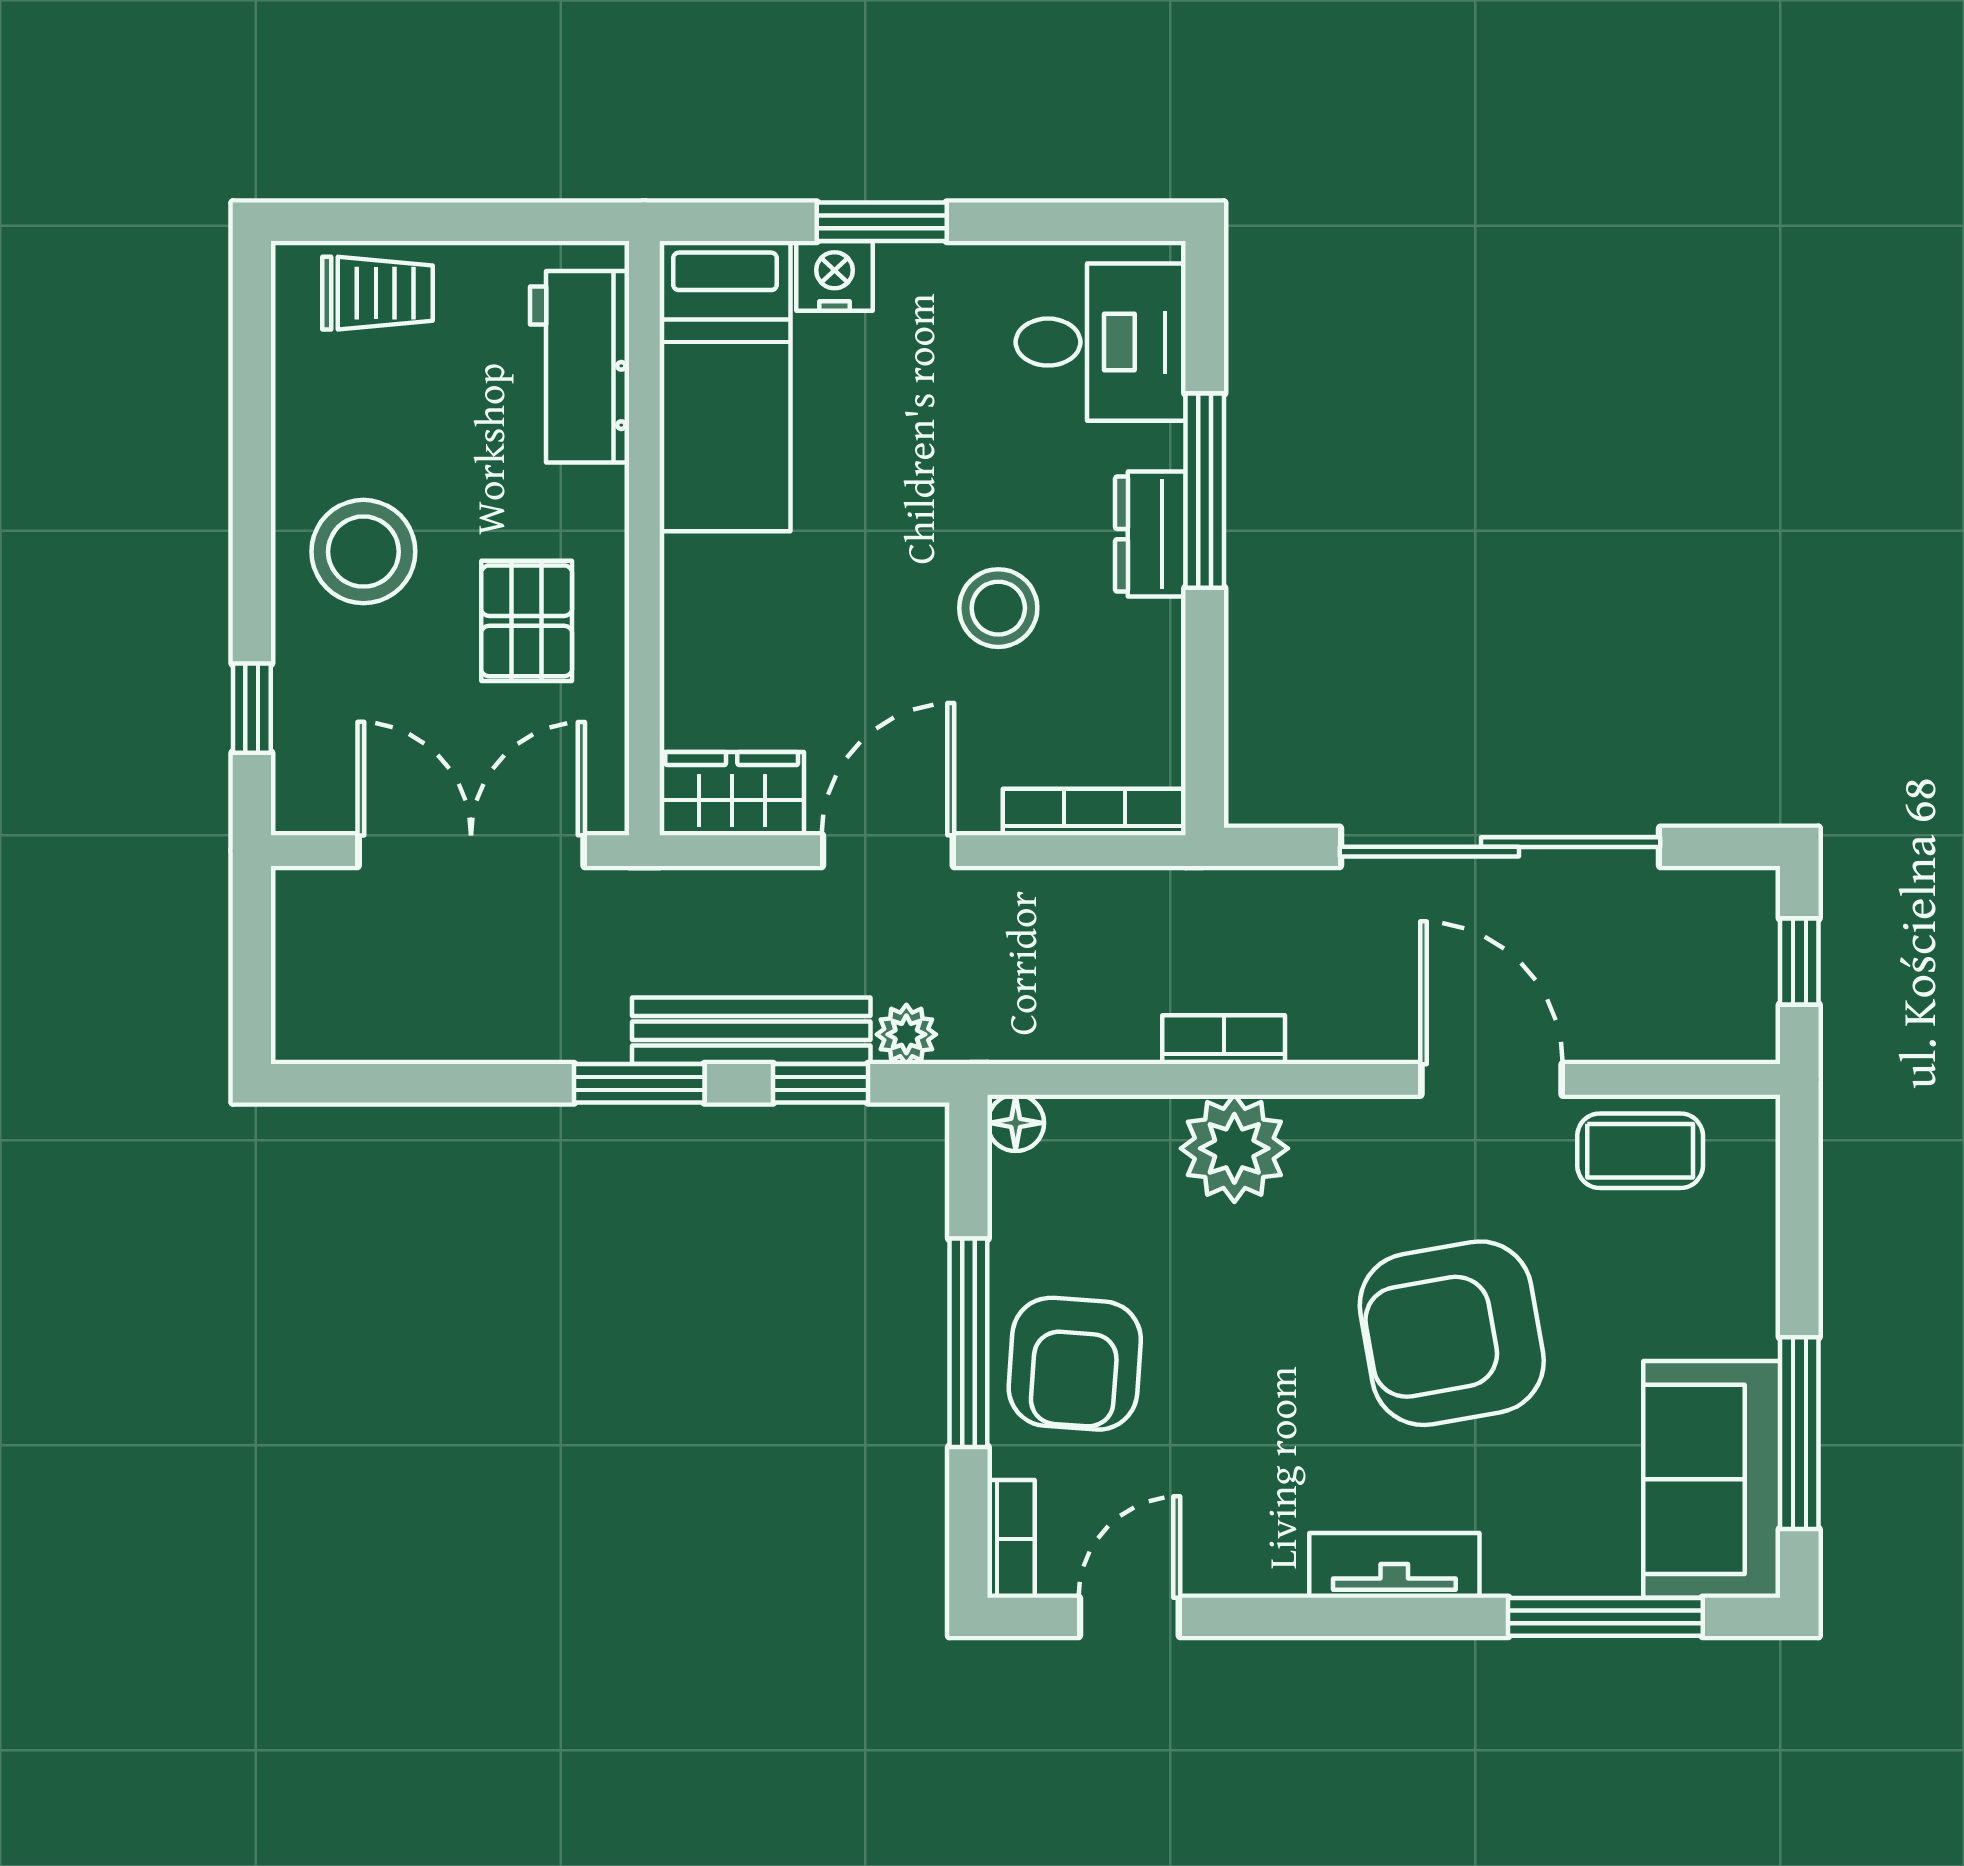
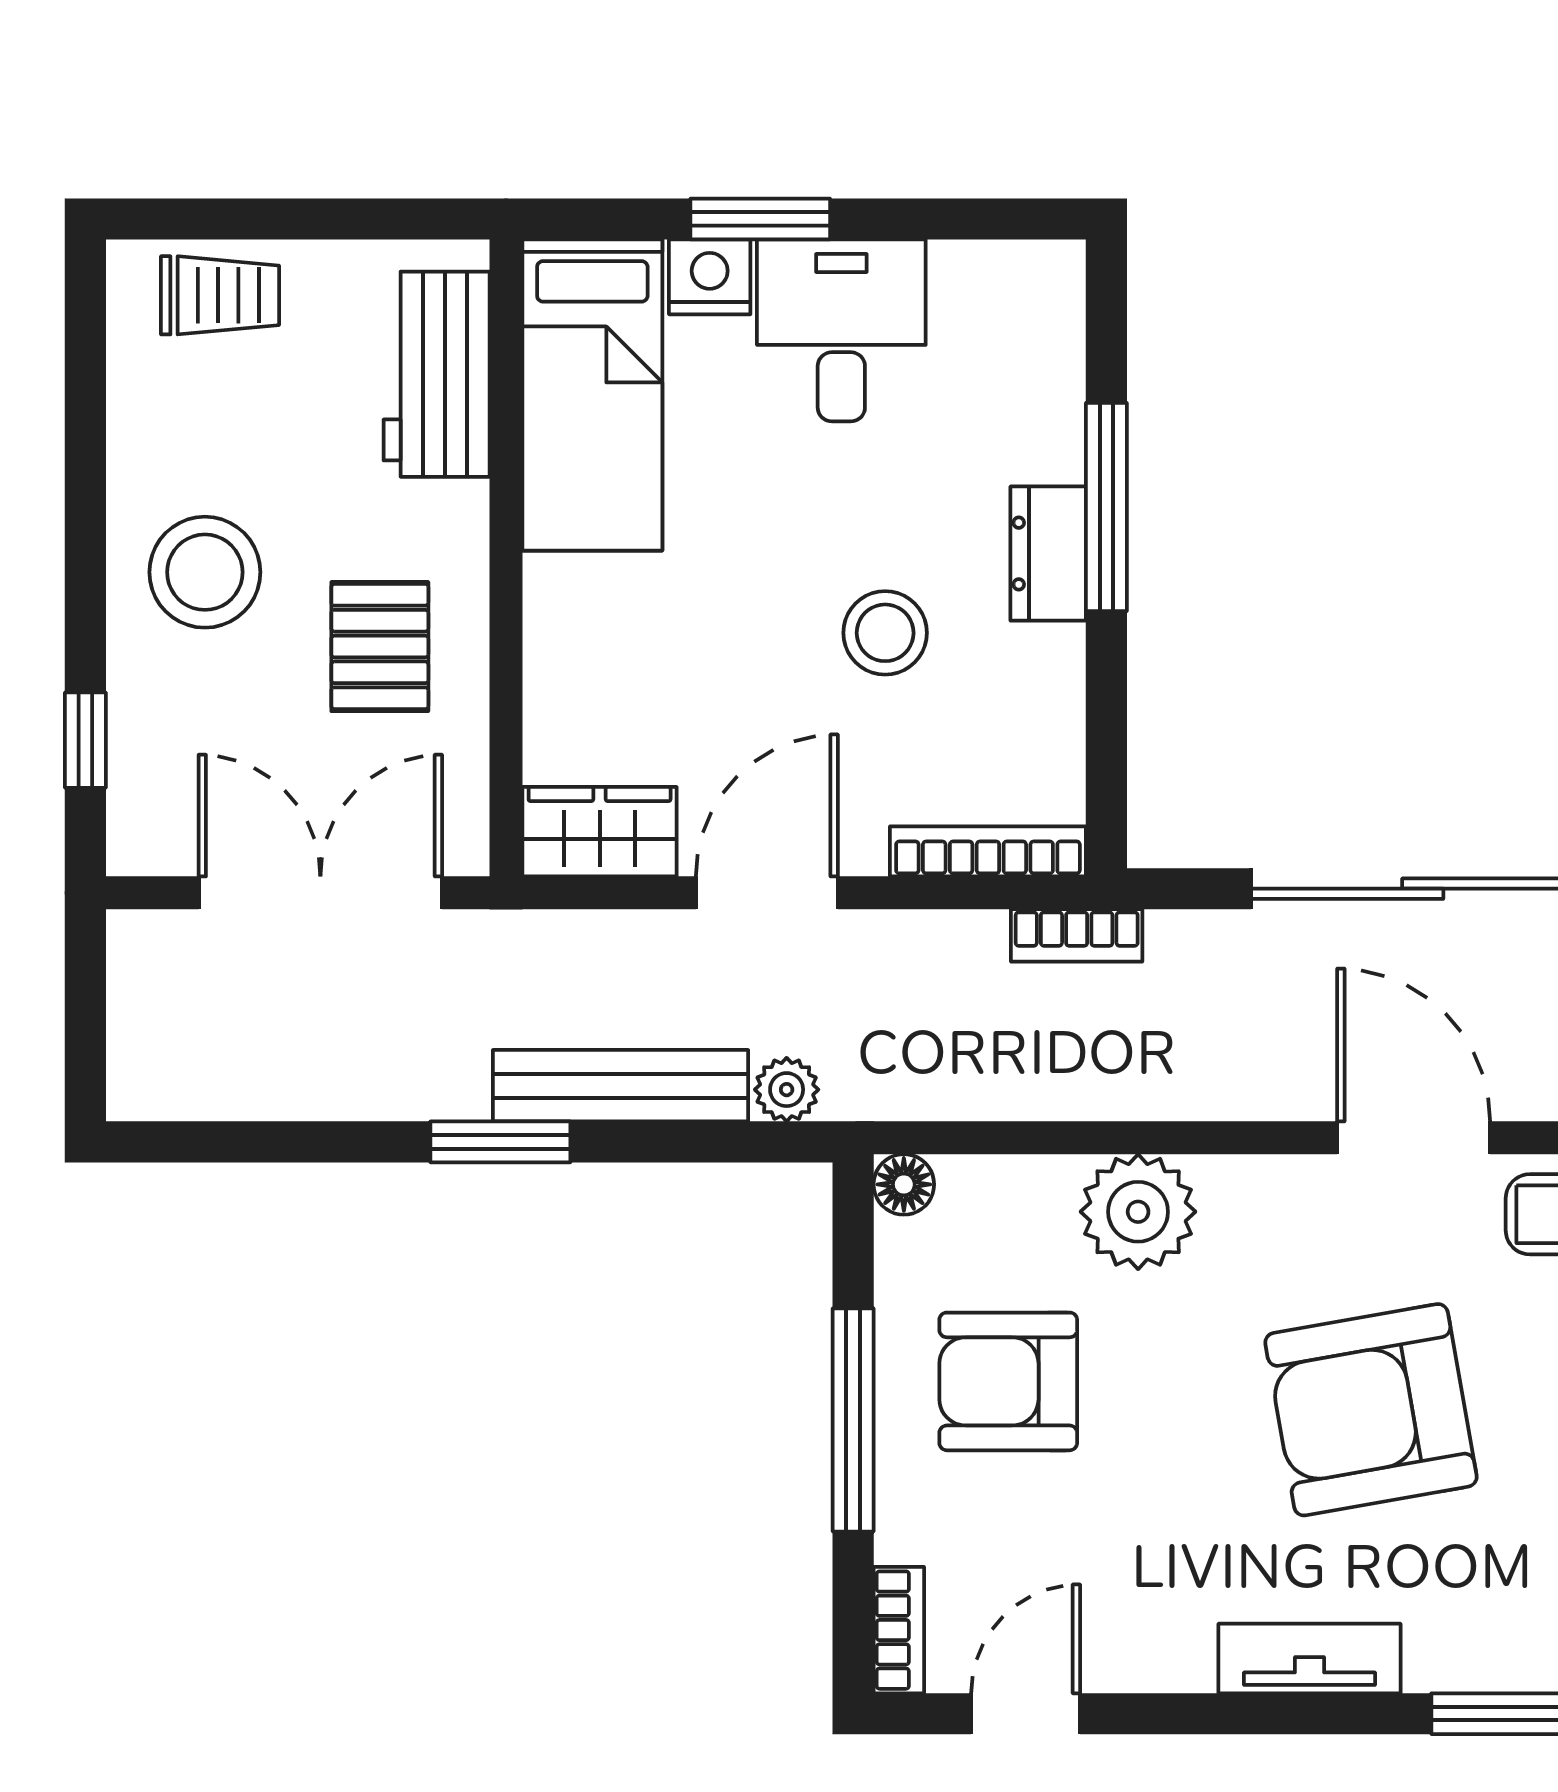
desk: (1101, 342) -> (841, 330), moved, turned -90
bookcase: (1224, 1040) -> (1077, 935), moved, turned 180
window: (820, 1083) -> (695, 1142), removed
armchair: (1075, 1364) -> (1008, 1381), moved, turned 86

